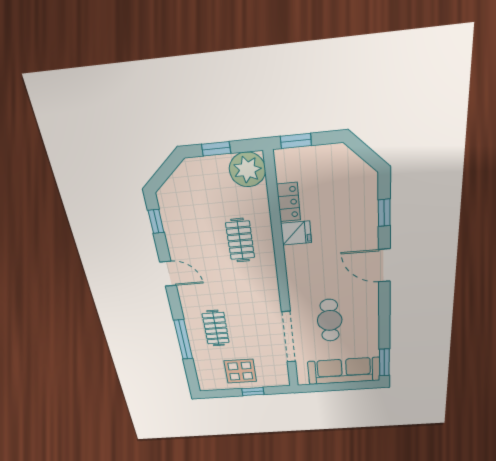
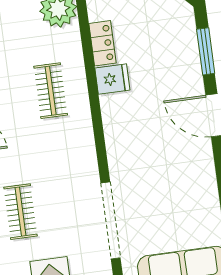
window: (384, 213) -> (206, 51), width x1.50
cafe table: (330, 320) -> (159, 193), removed

